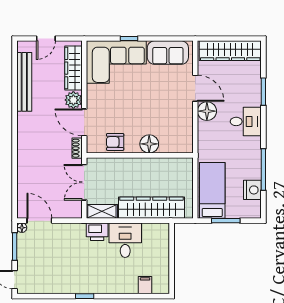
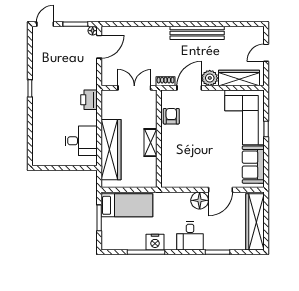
door: (46, 39) -> (266, 53), hinge flipped
bench: (24, 82) -> (197, 33), moved
floor lamp: (149, 144) -> (169, 148), removed
nightstand: (252, 190) -> (155, 242), moved
shelving: (102, 211) -> (150, 143), moved
desk: (125, 240) -> (81, 141), moved
filing cabinet: (145, 285) -> (40, 144), removed

